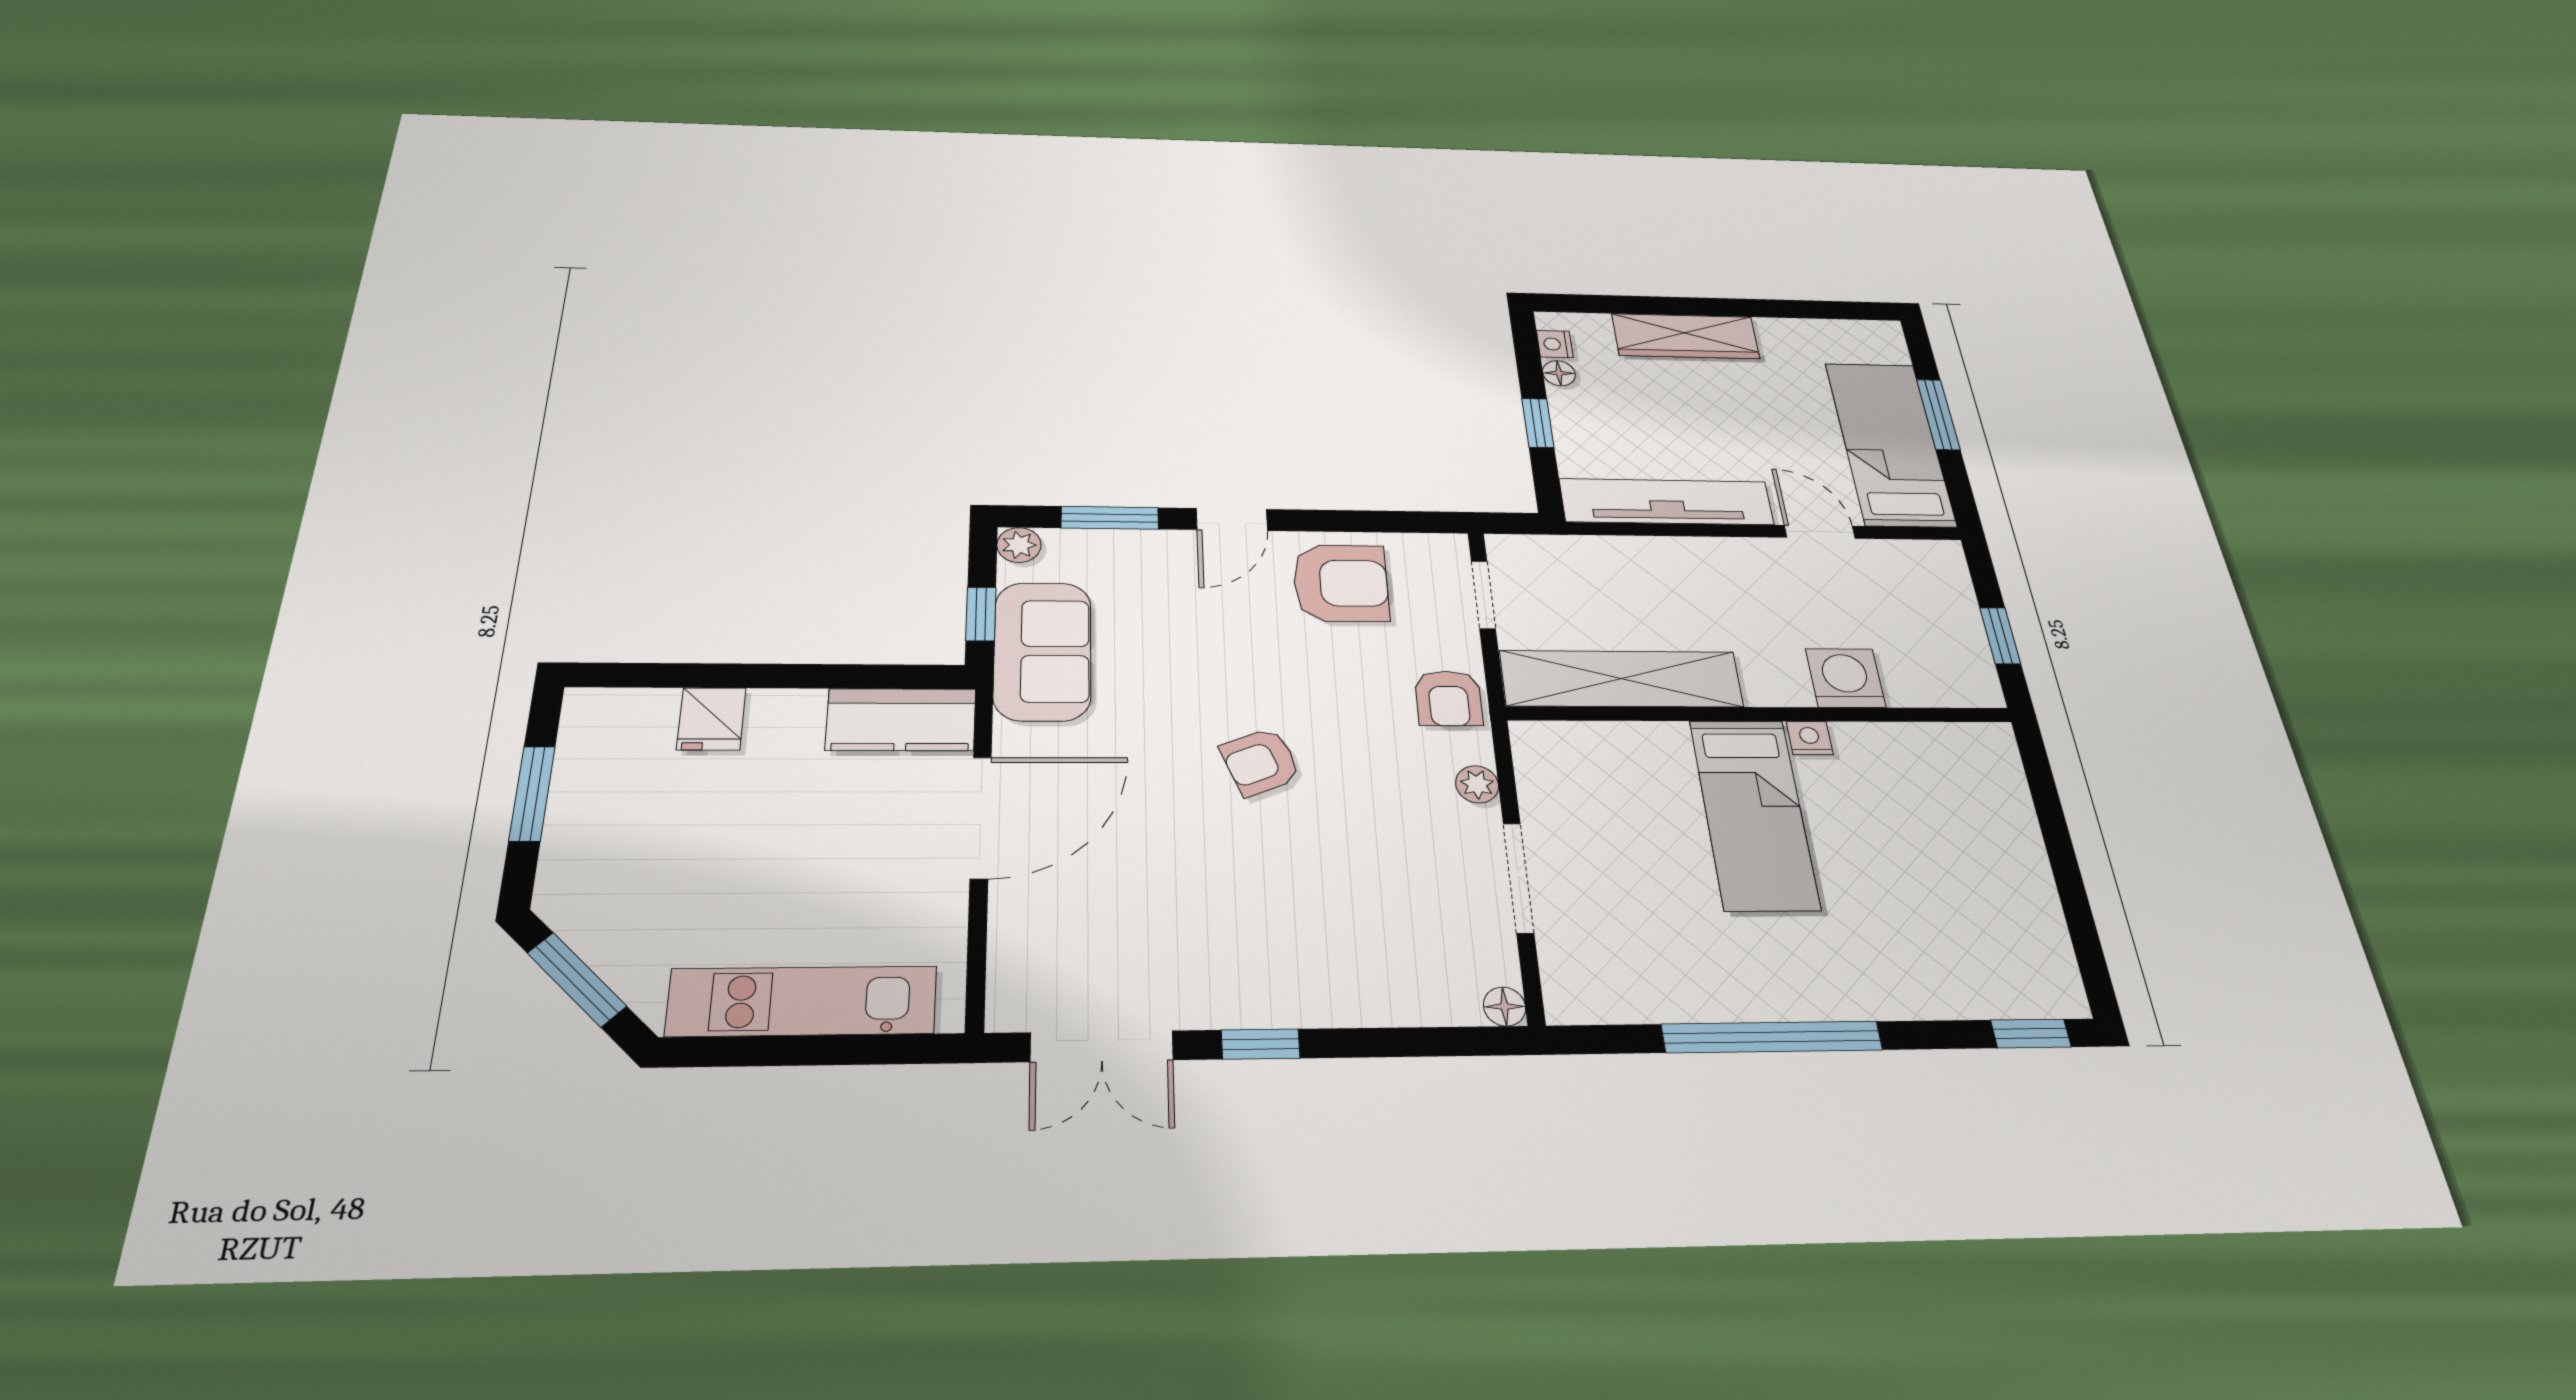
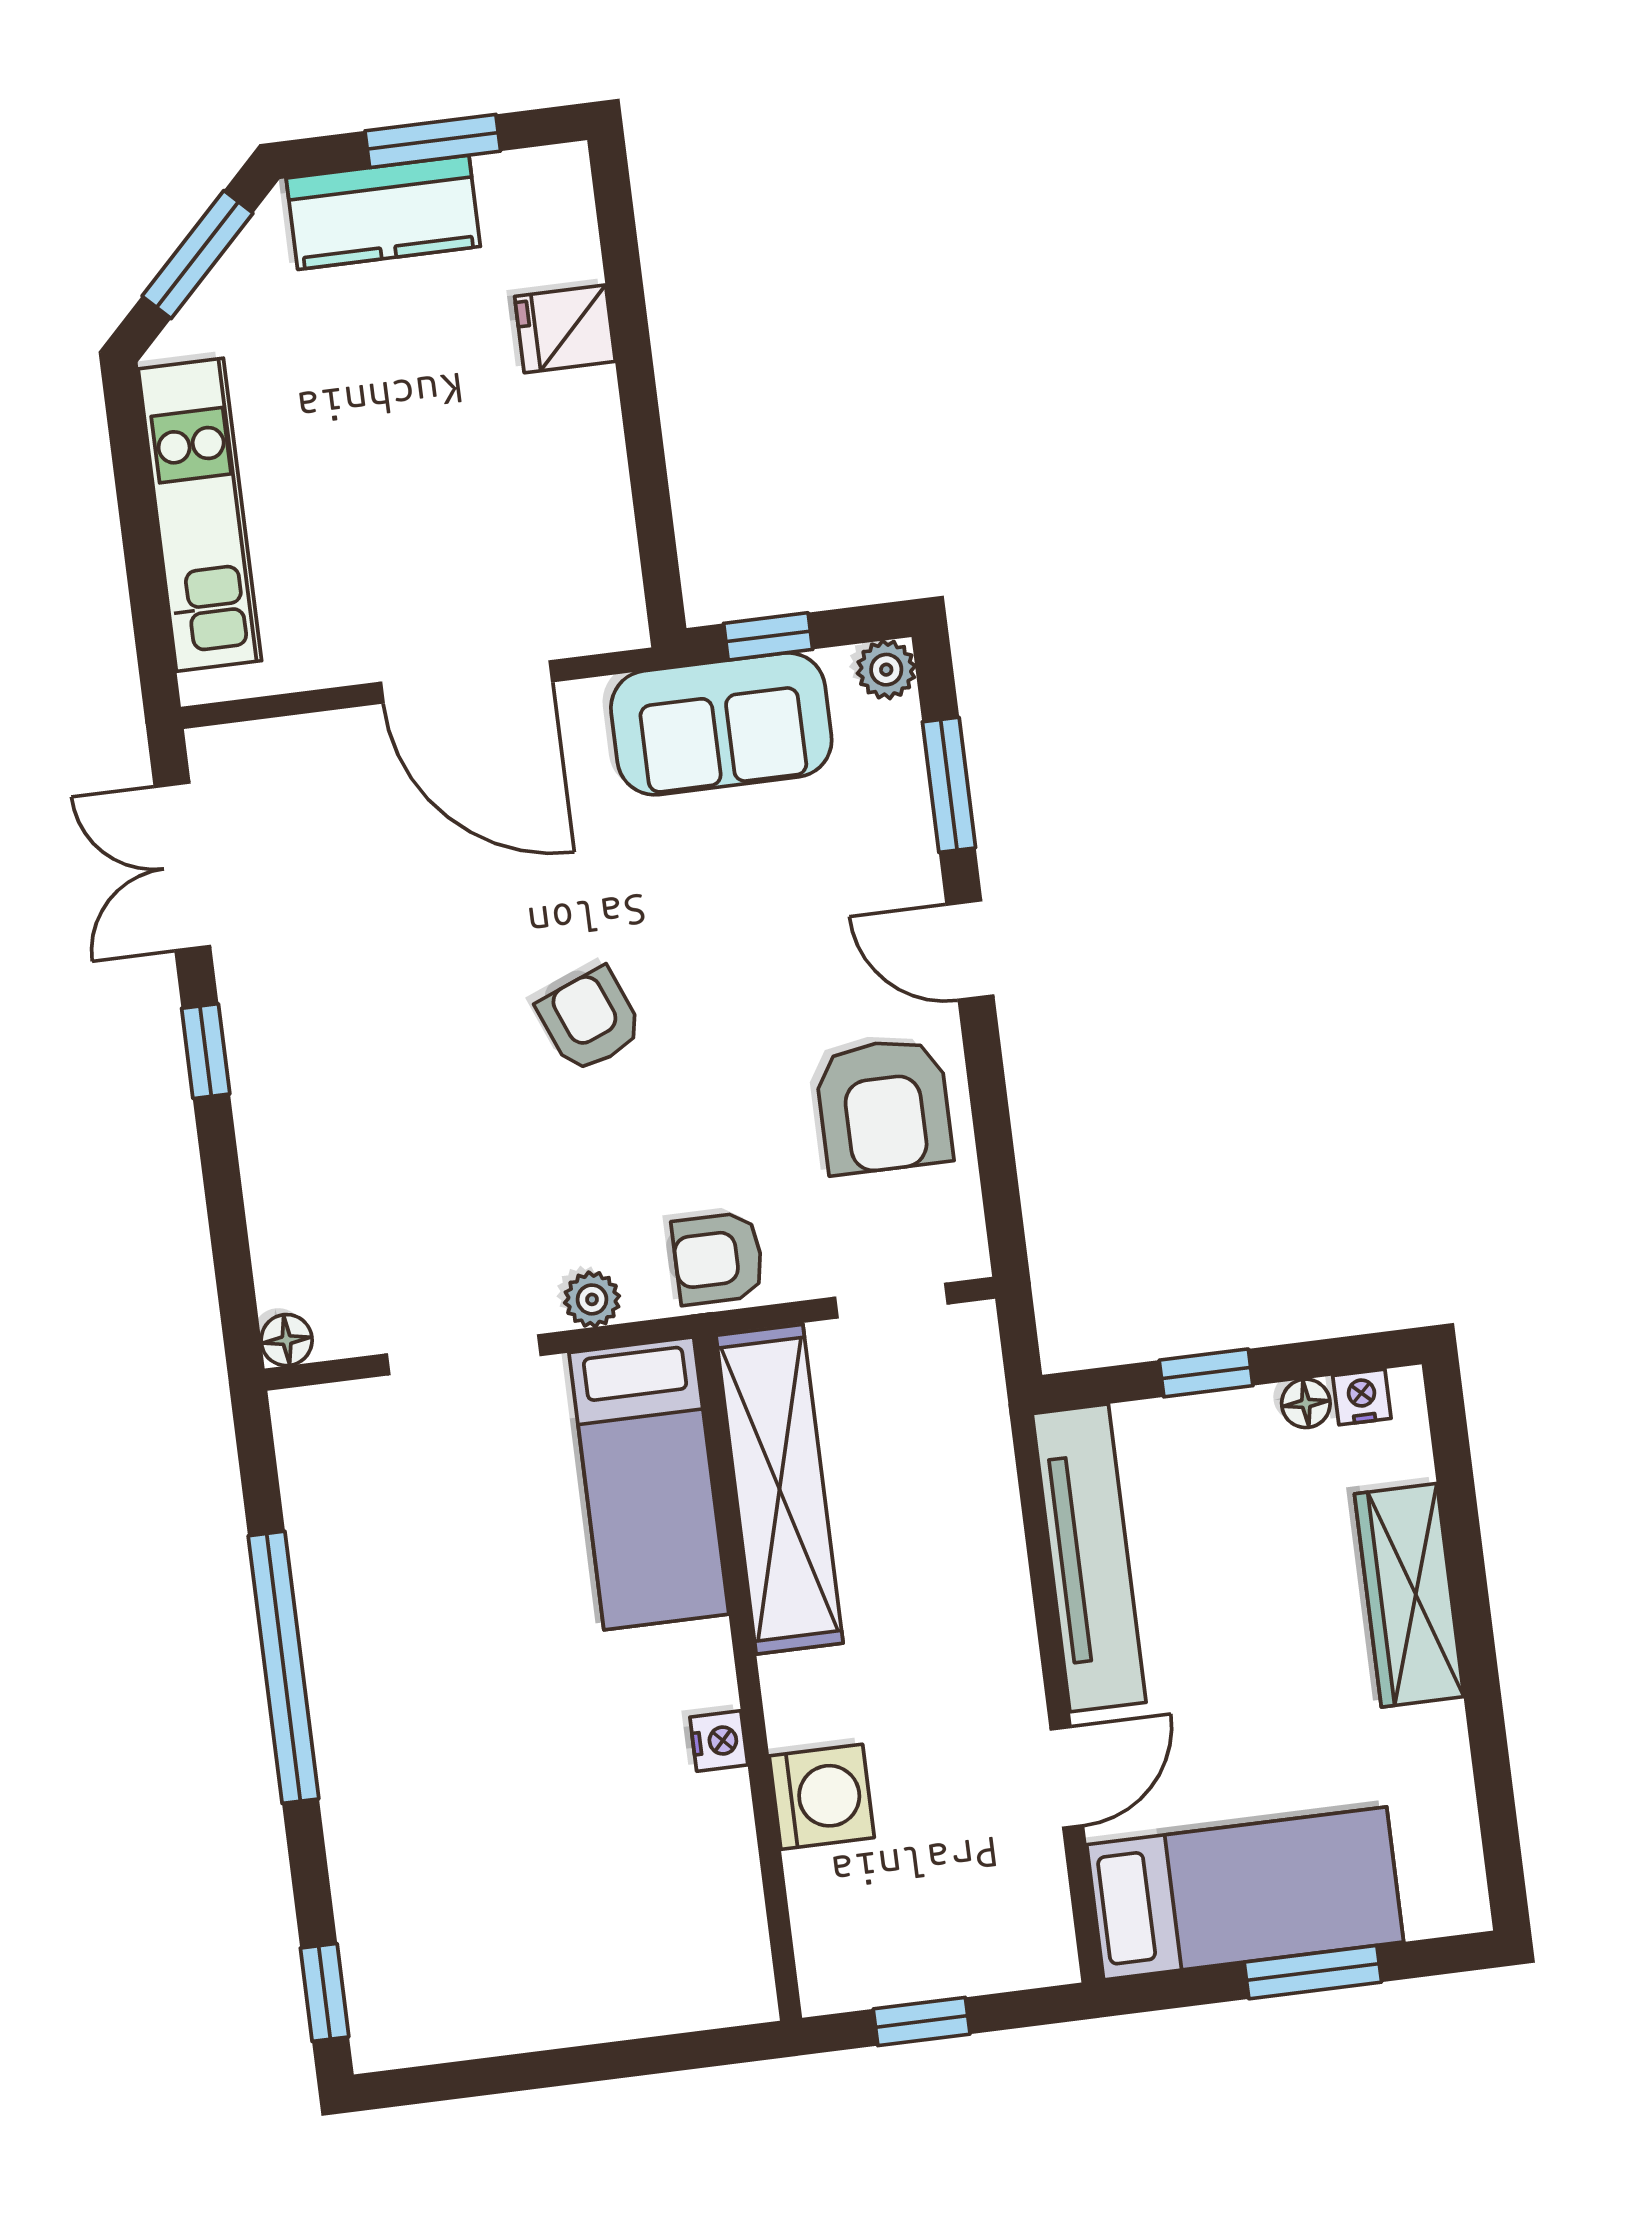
kitchen counter: (901, 720) -> (383, 212), moved, turned -90
bed: (1754, 814) -> (649, 1483), moved, turned -90

